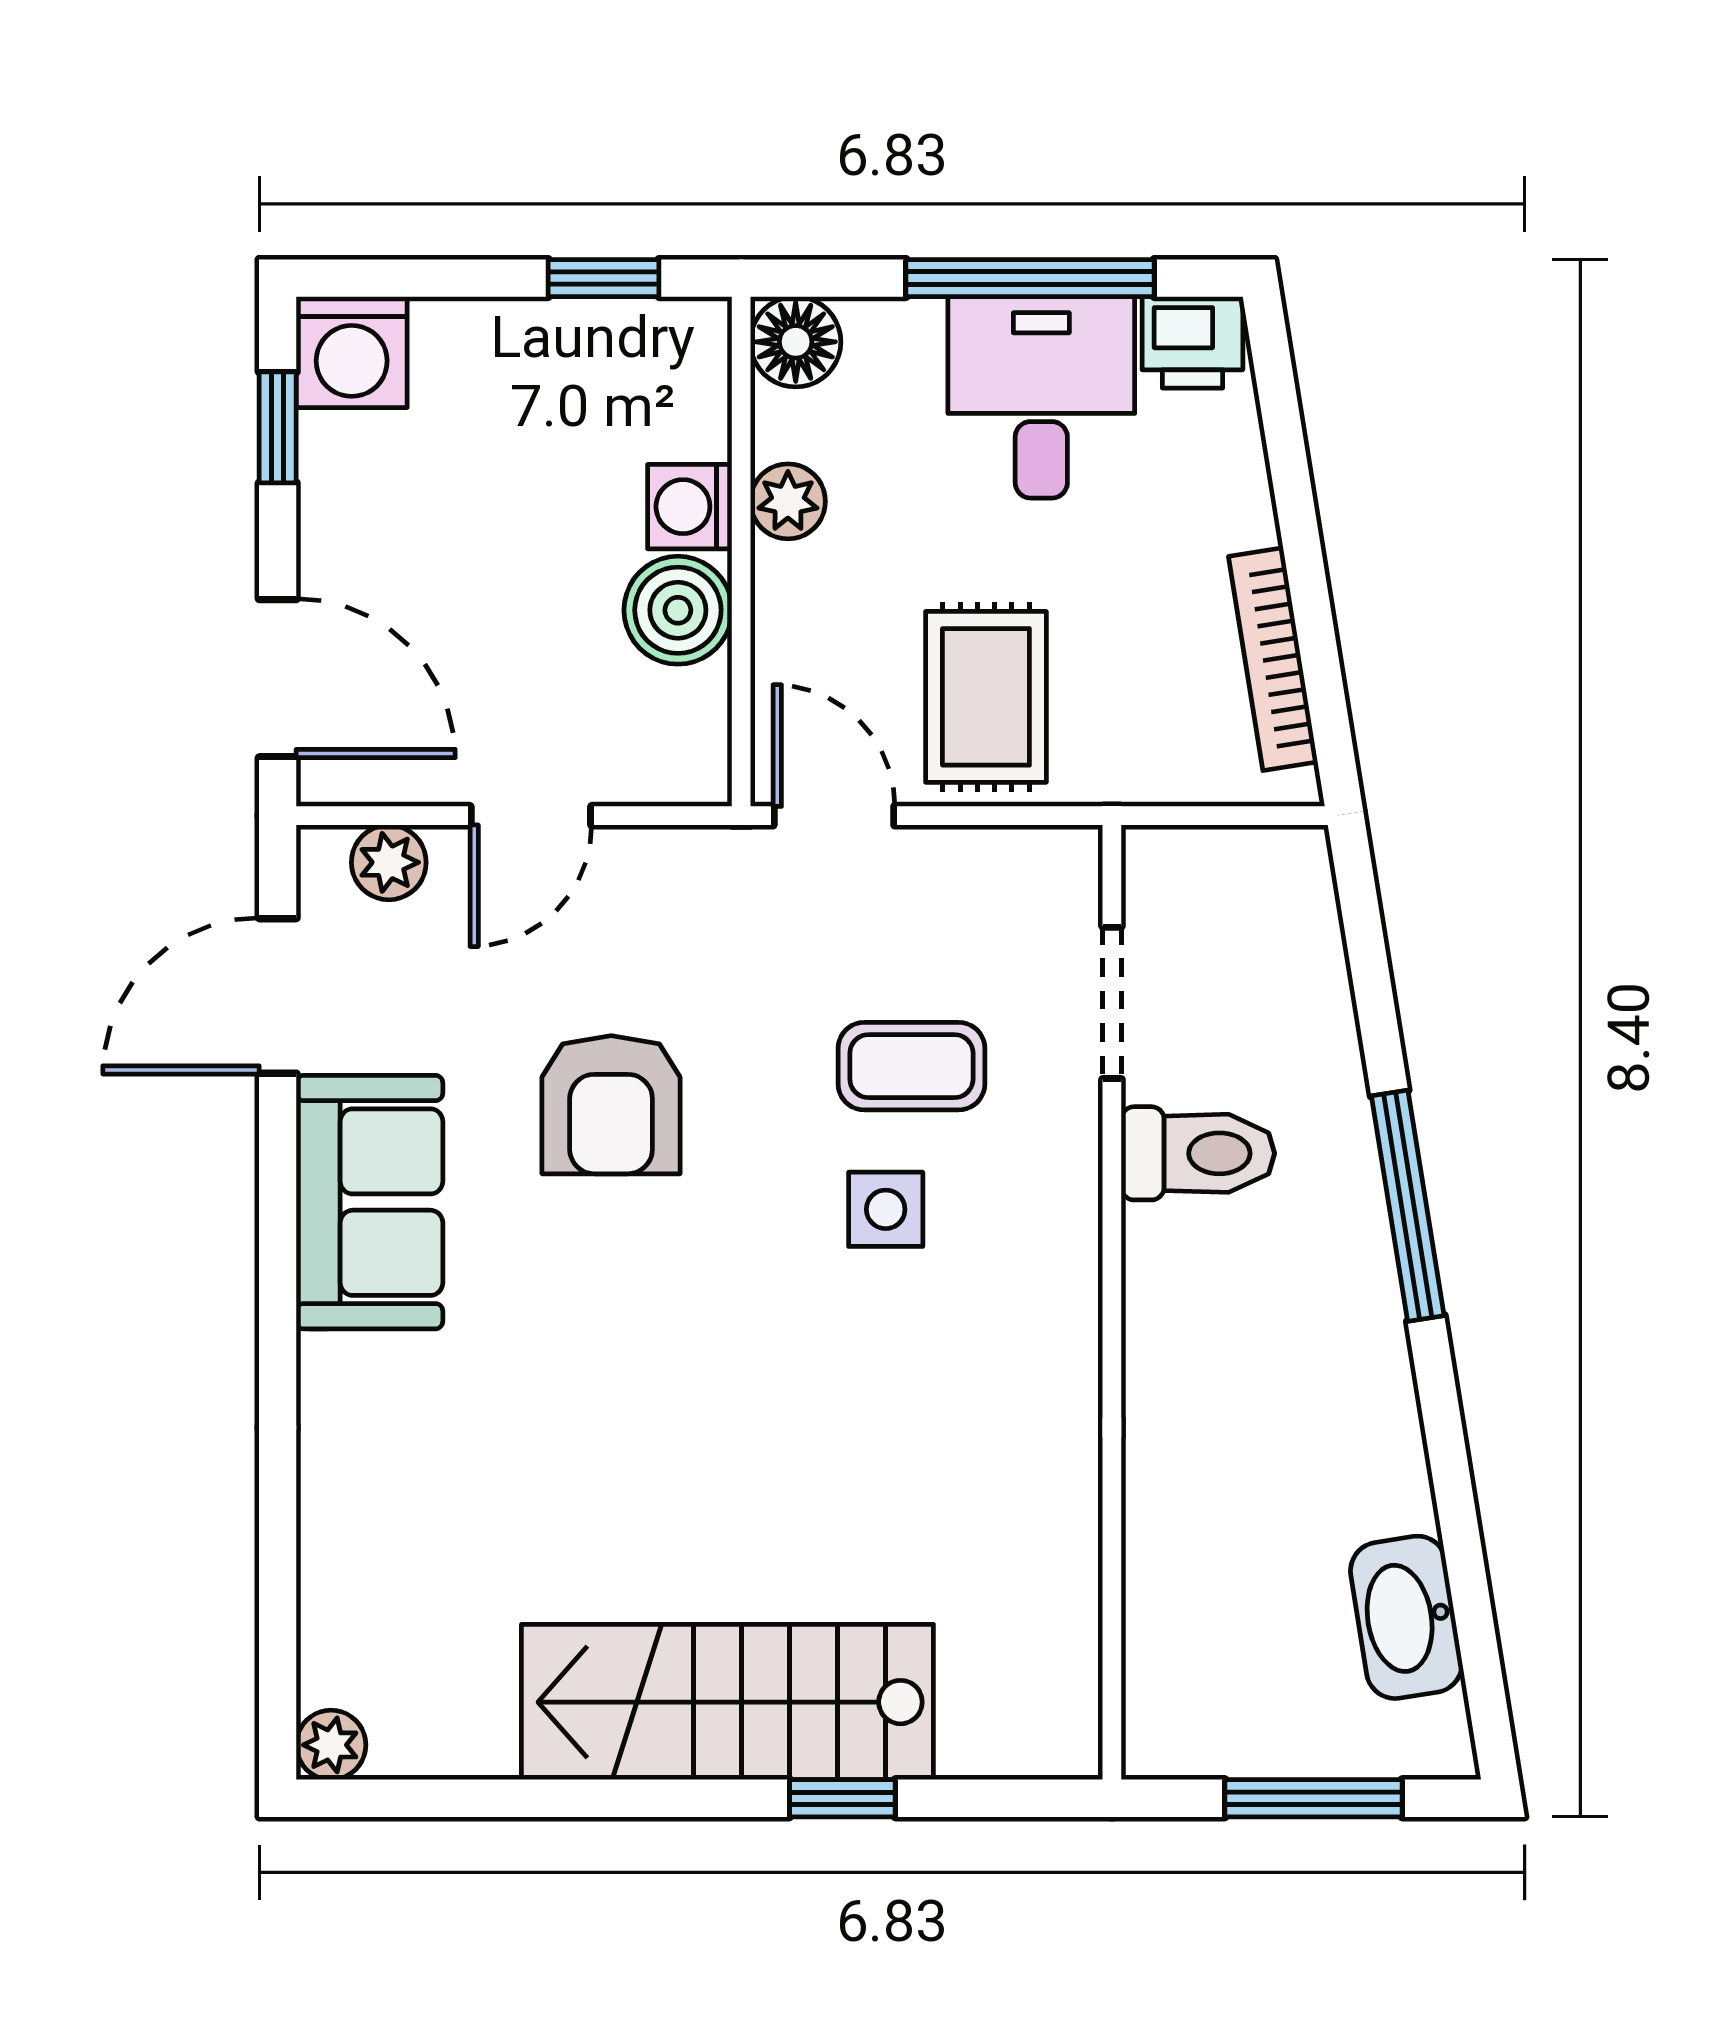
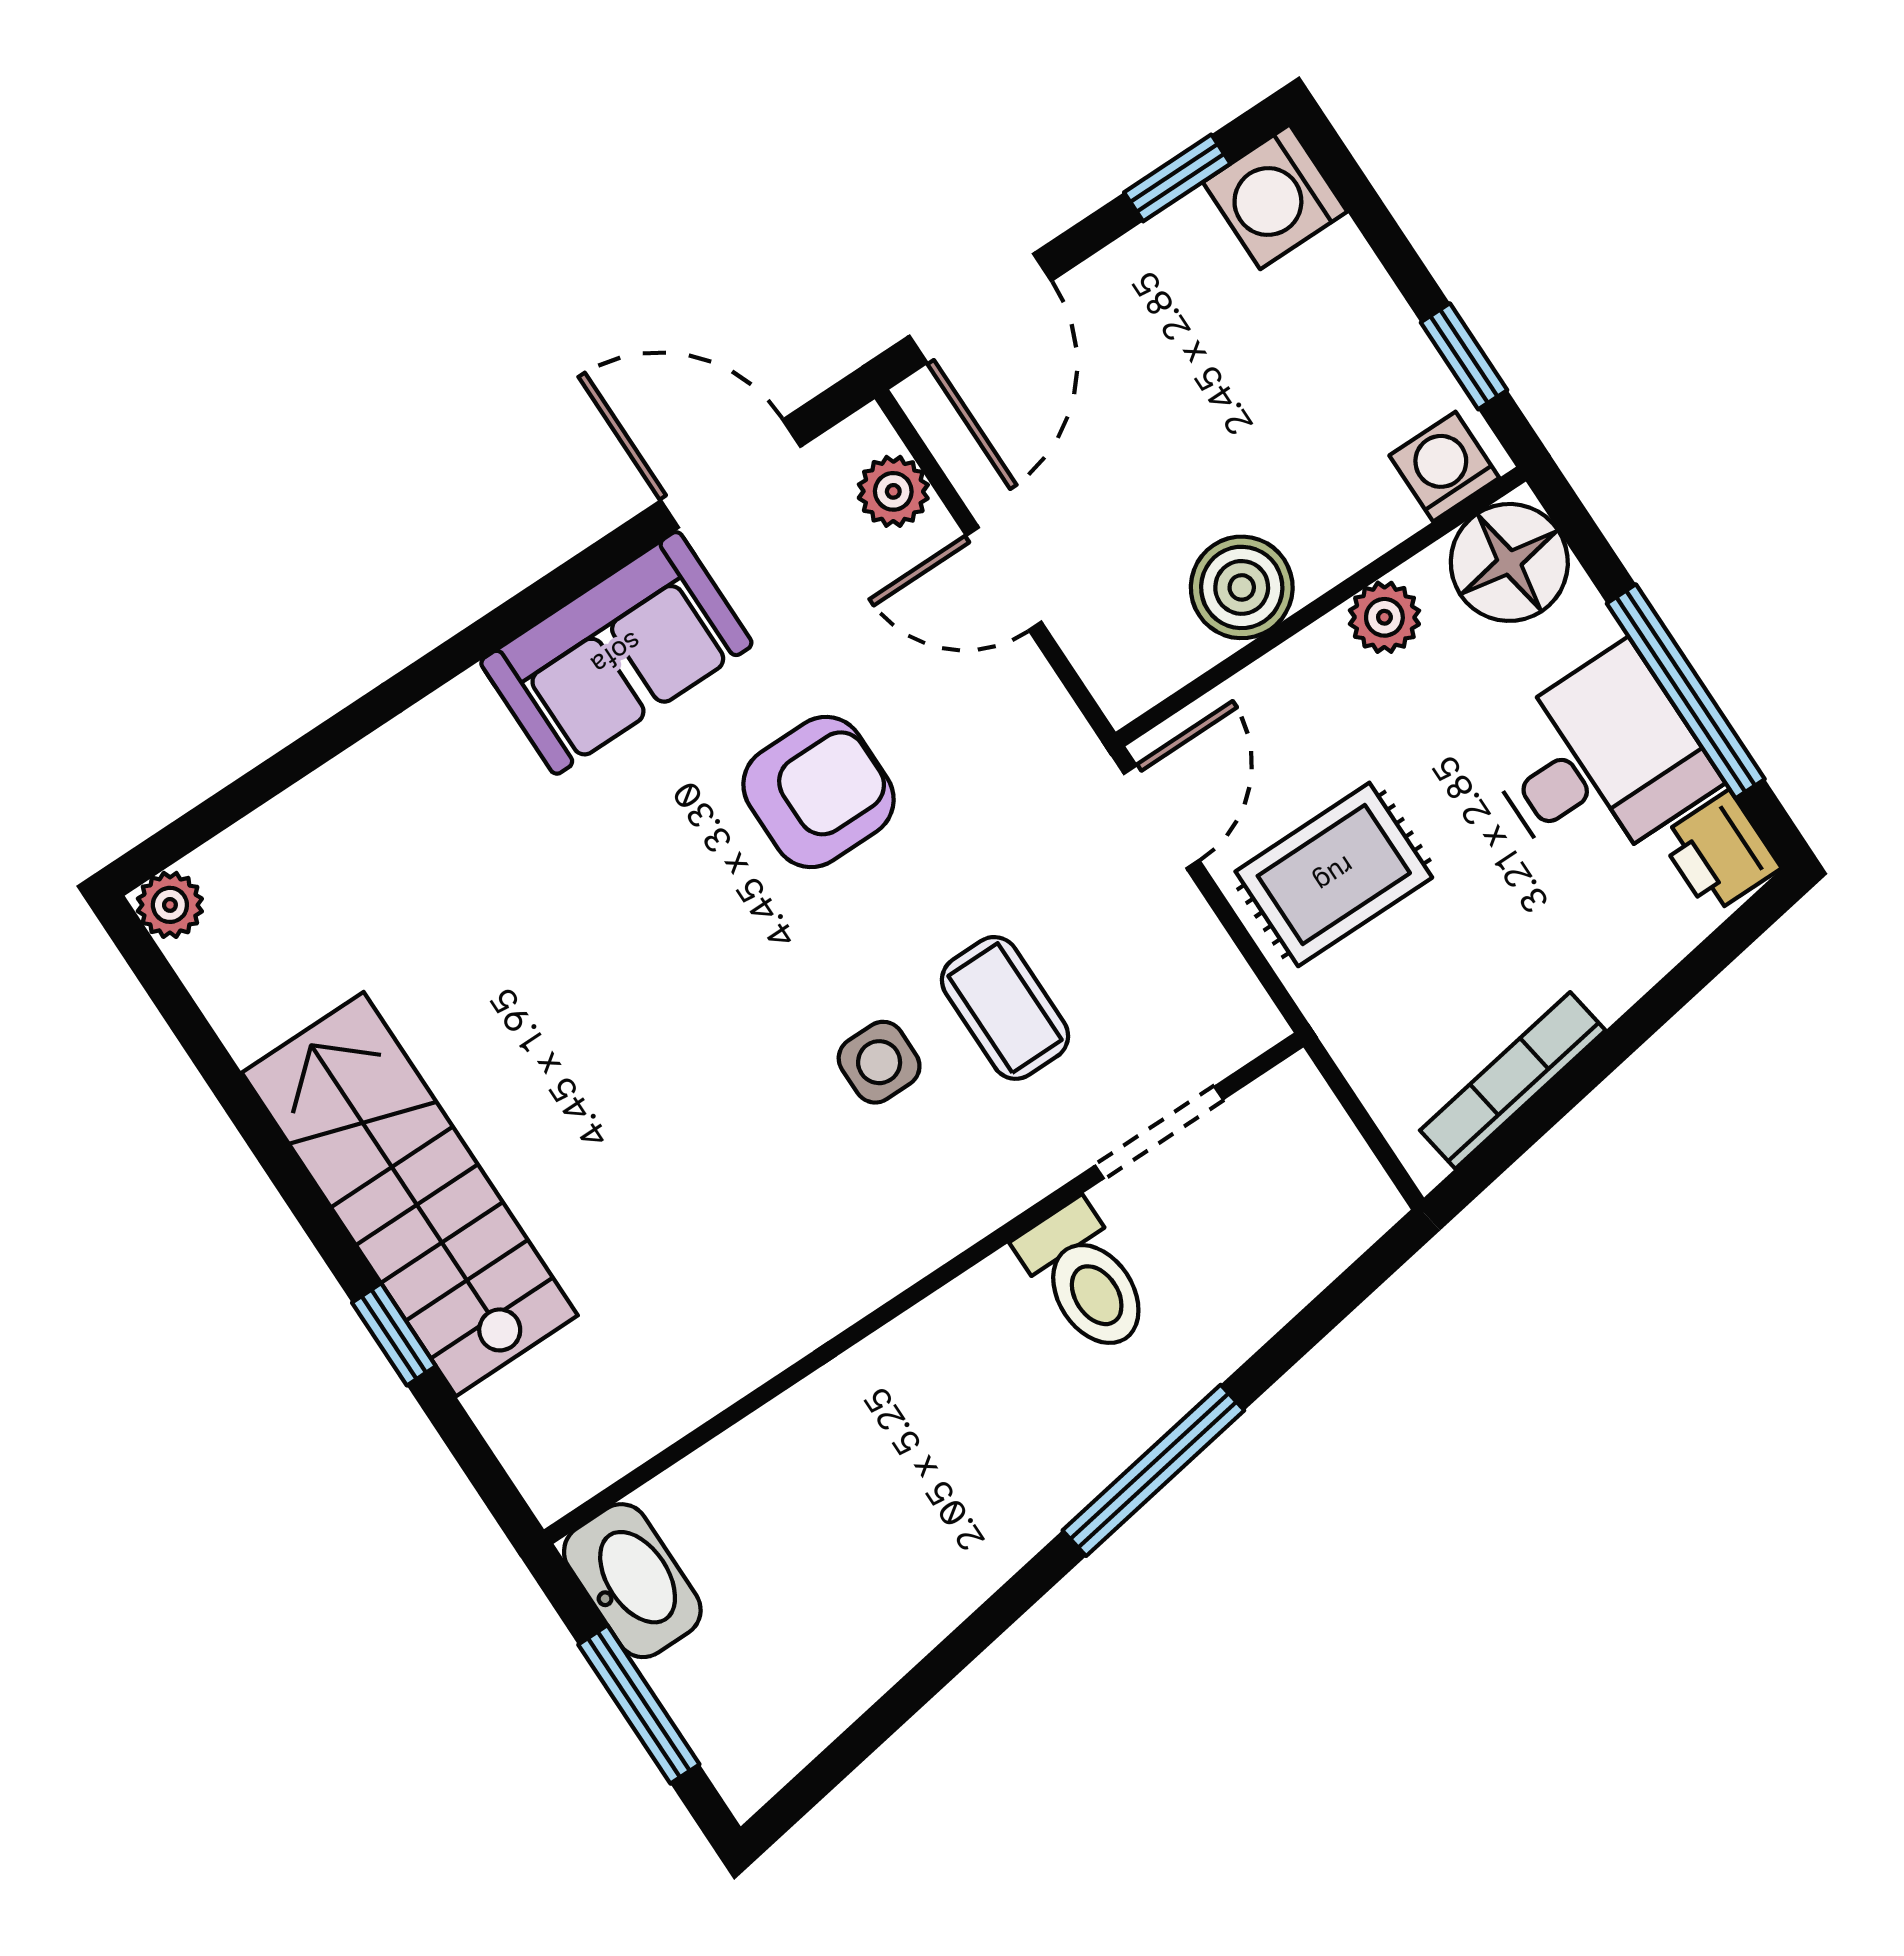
floor lamp: (796, 342) -> (1509, 562), width x1.38, depth x1.38
washing machine: (690, 507) -> (1444, 467), moved
armchair: (611, 1105) -> (818, 792), turned 180
washbasin: (1406, 1617) -> (632, 1581), moved, turned 99

